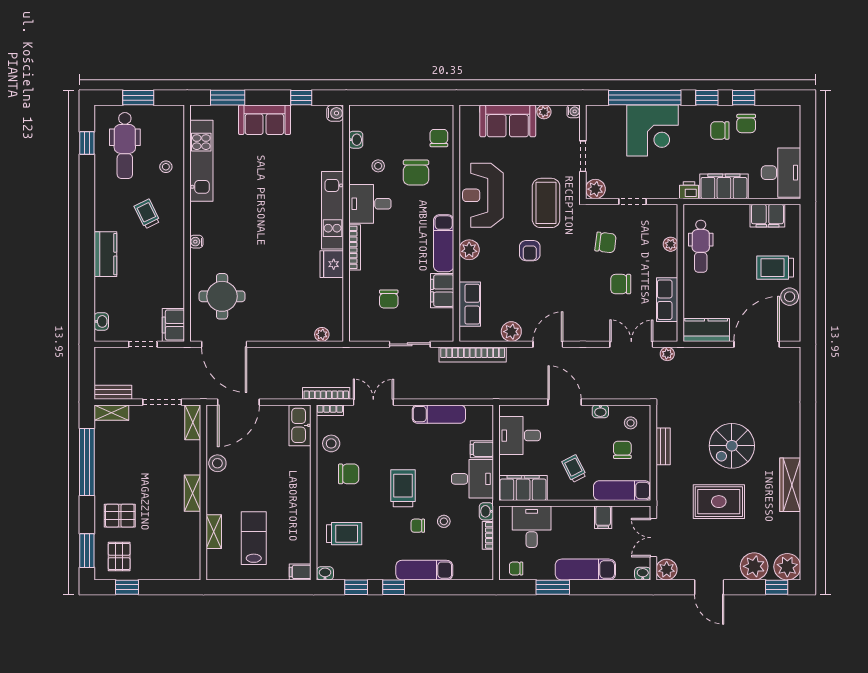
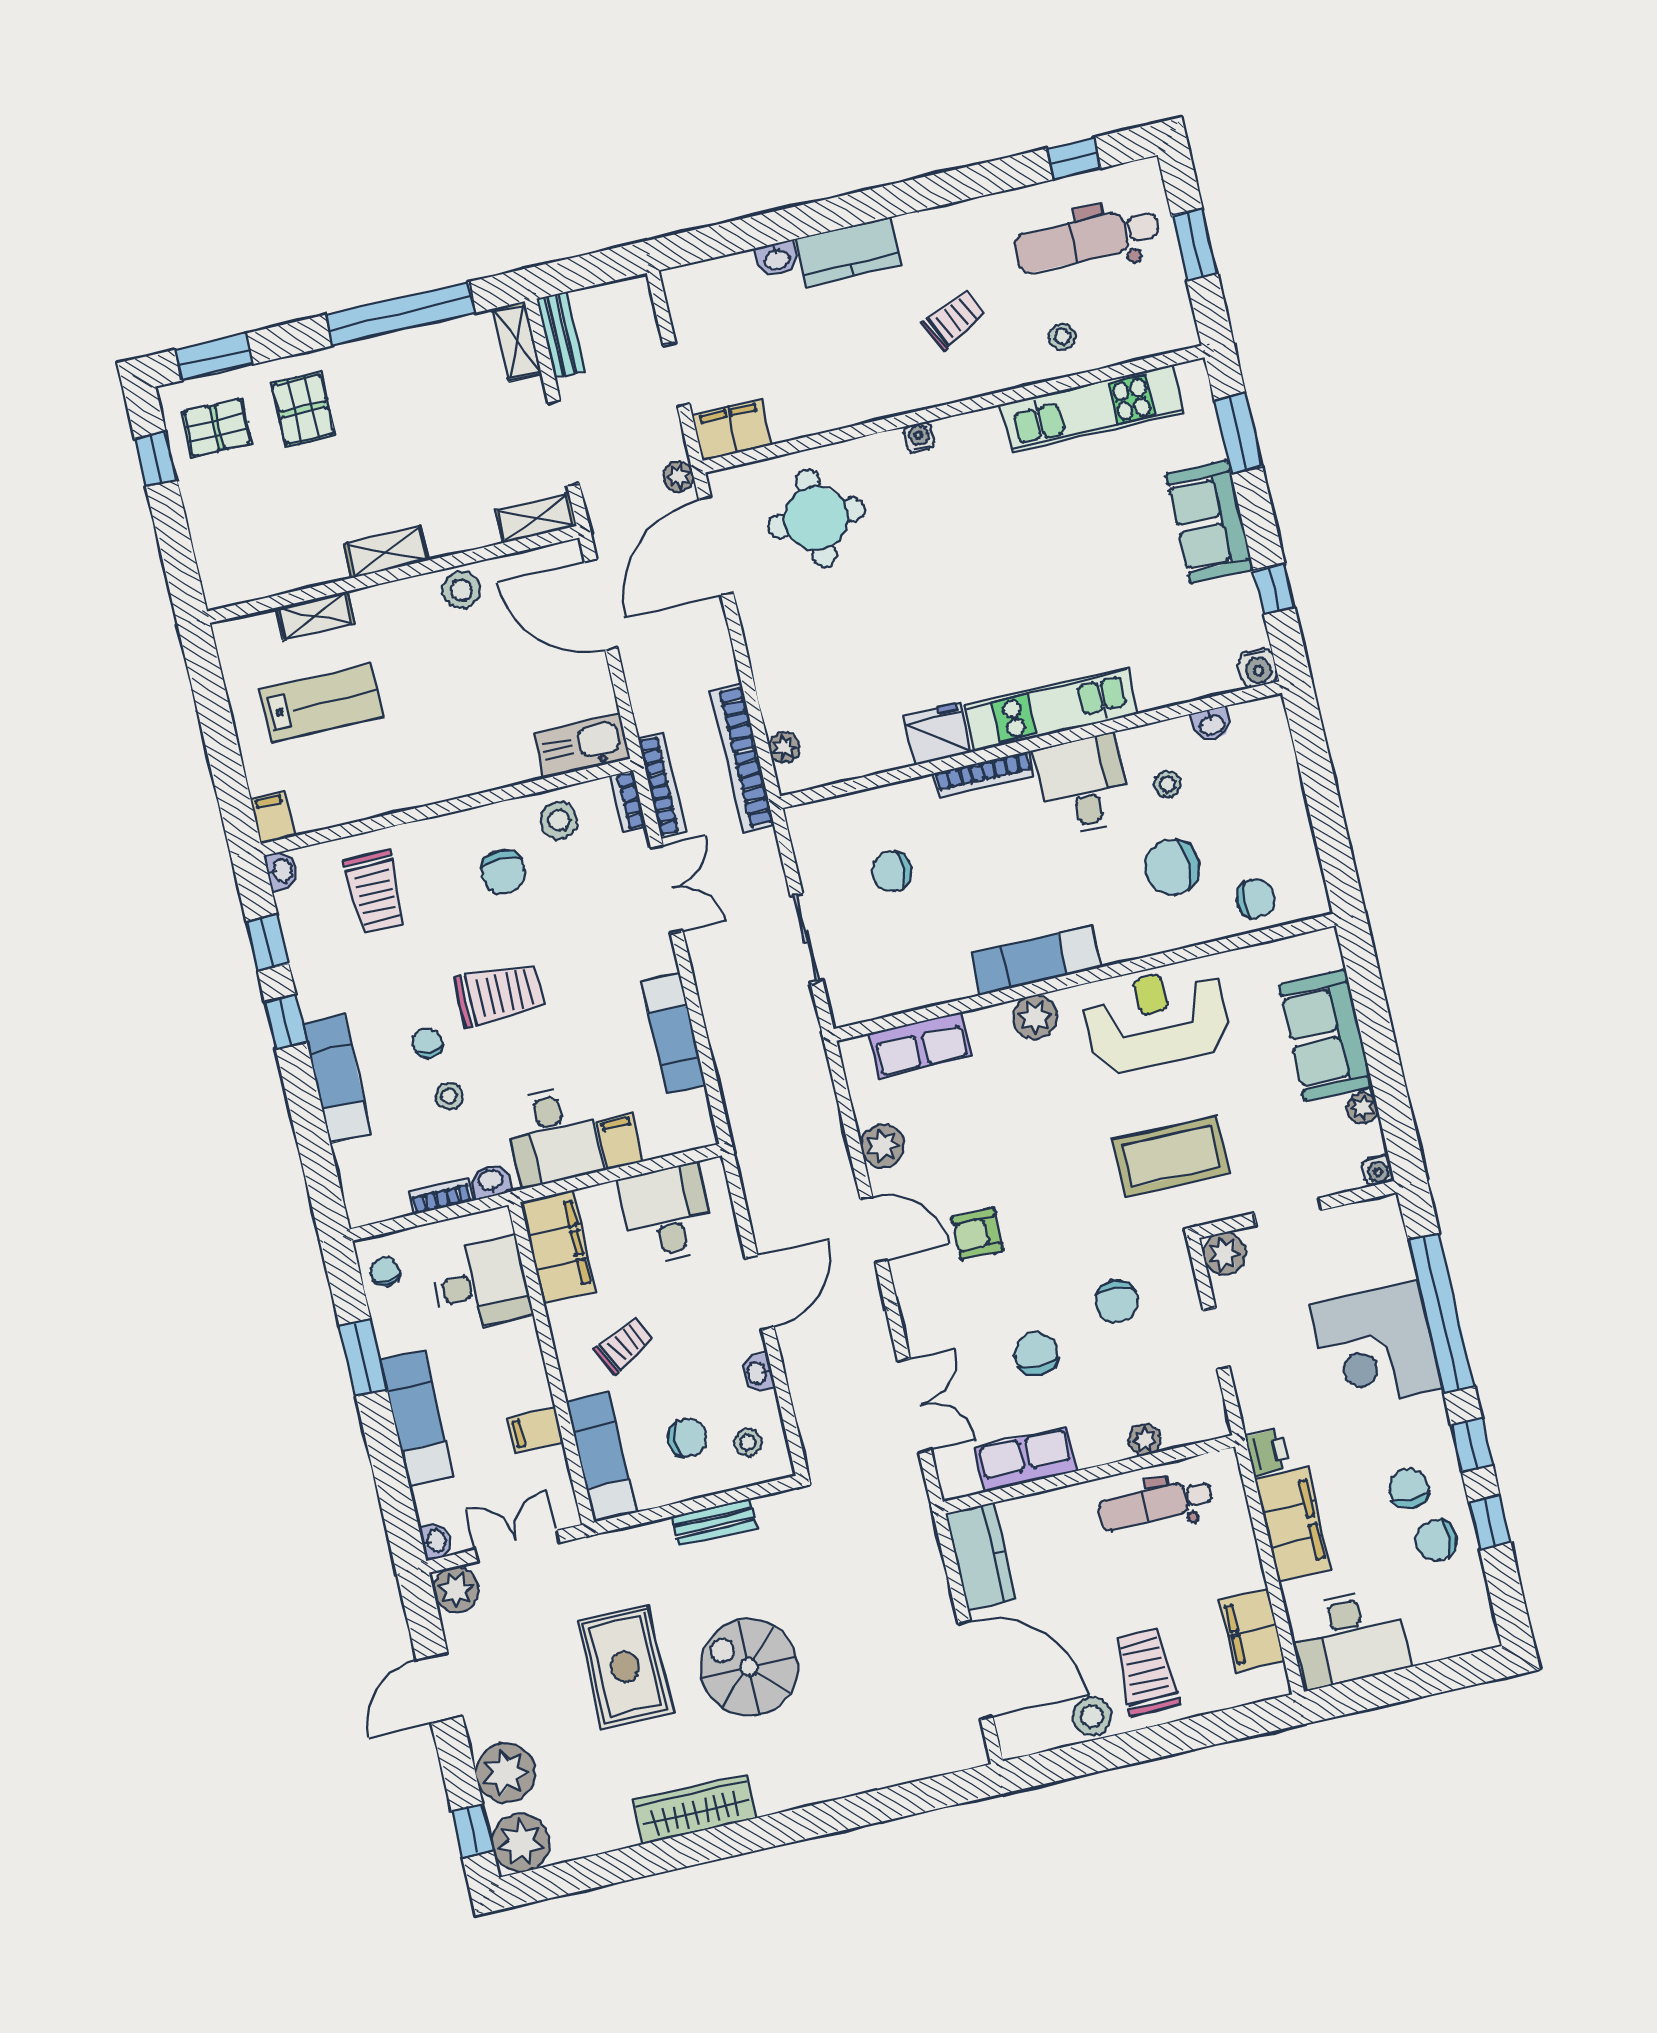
armchair: (530, 251) -> (977, 1234), moved
filing cabinet: (442, 291) -> (935, 980), removed
washbasin: (101, 321) -> (777, 259), moved
plant: (667, 354) -> (679, 477), moved
bookcase: (473, 355) -> (742, 758), moved

